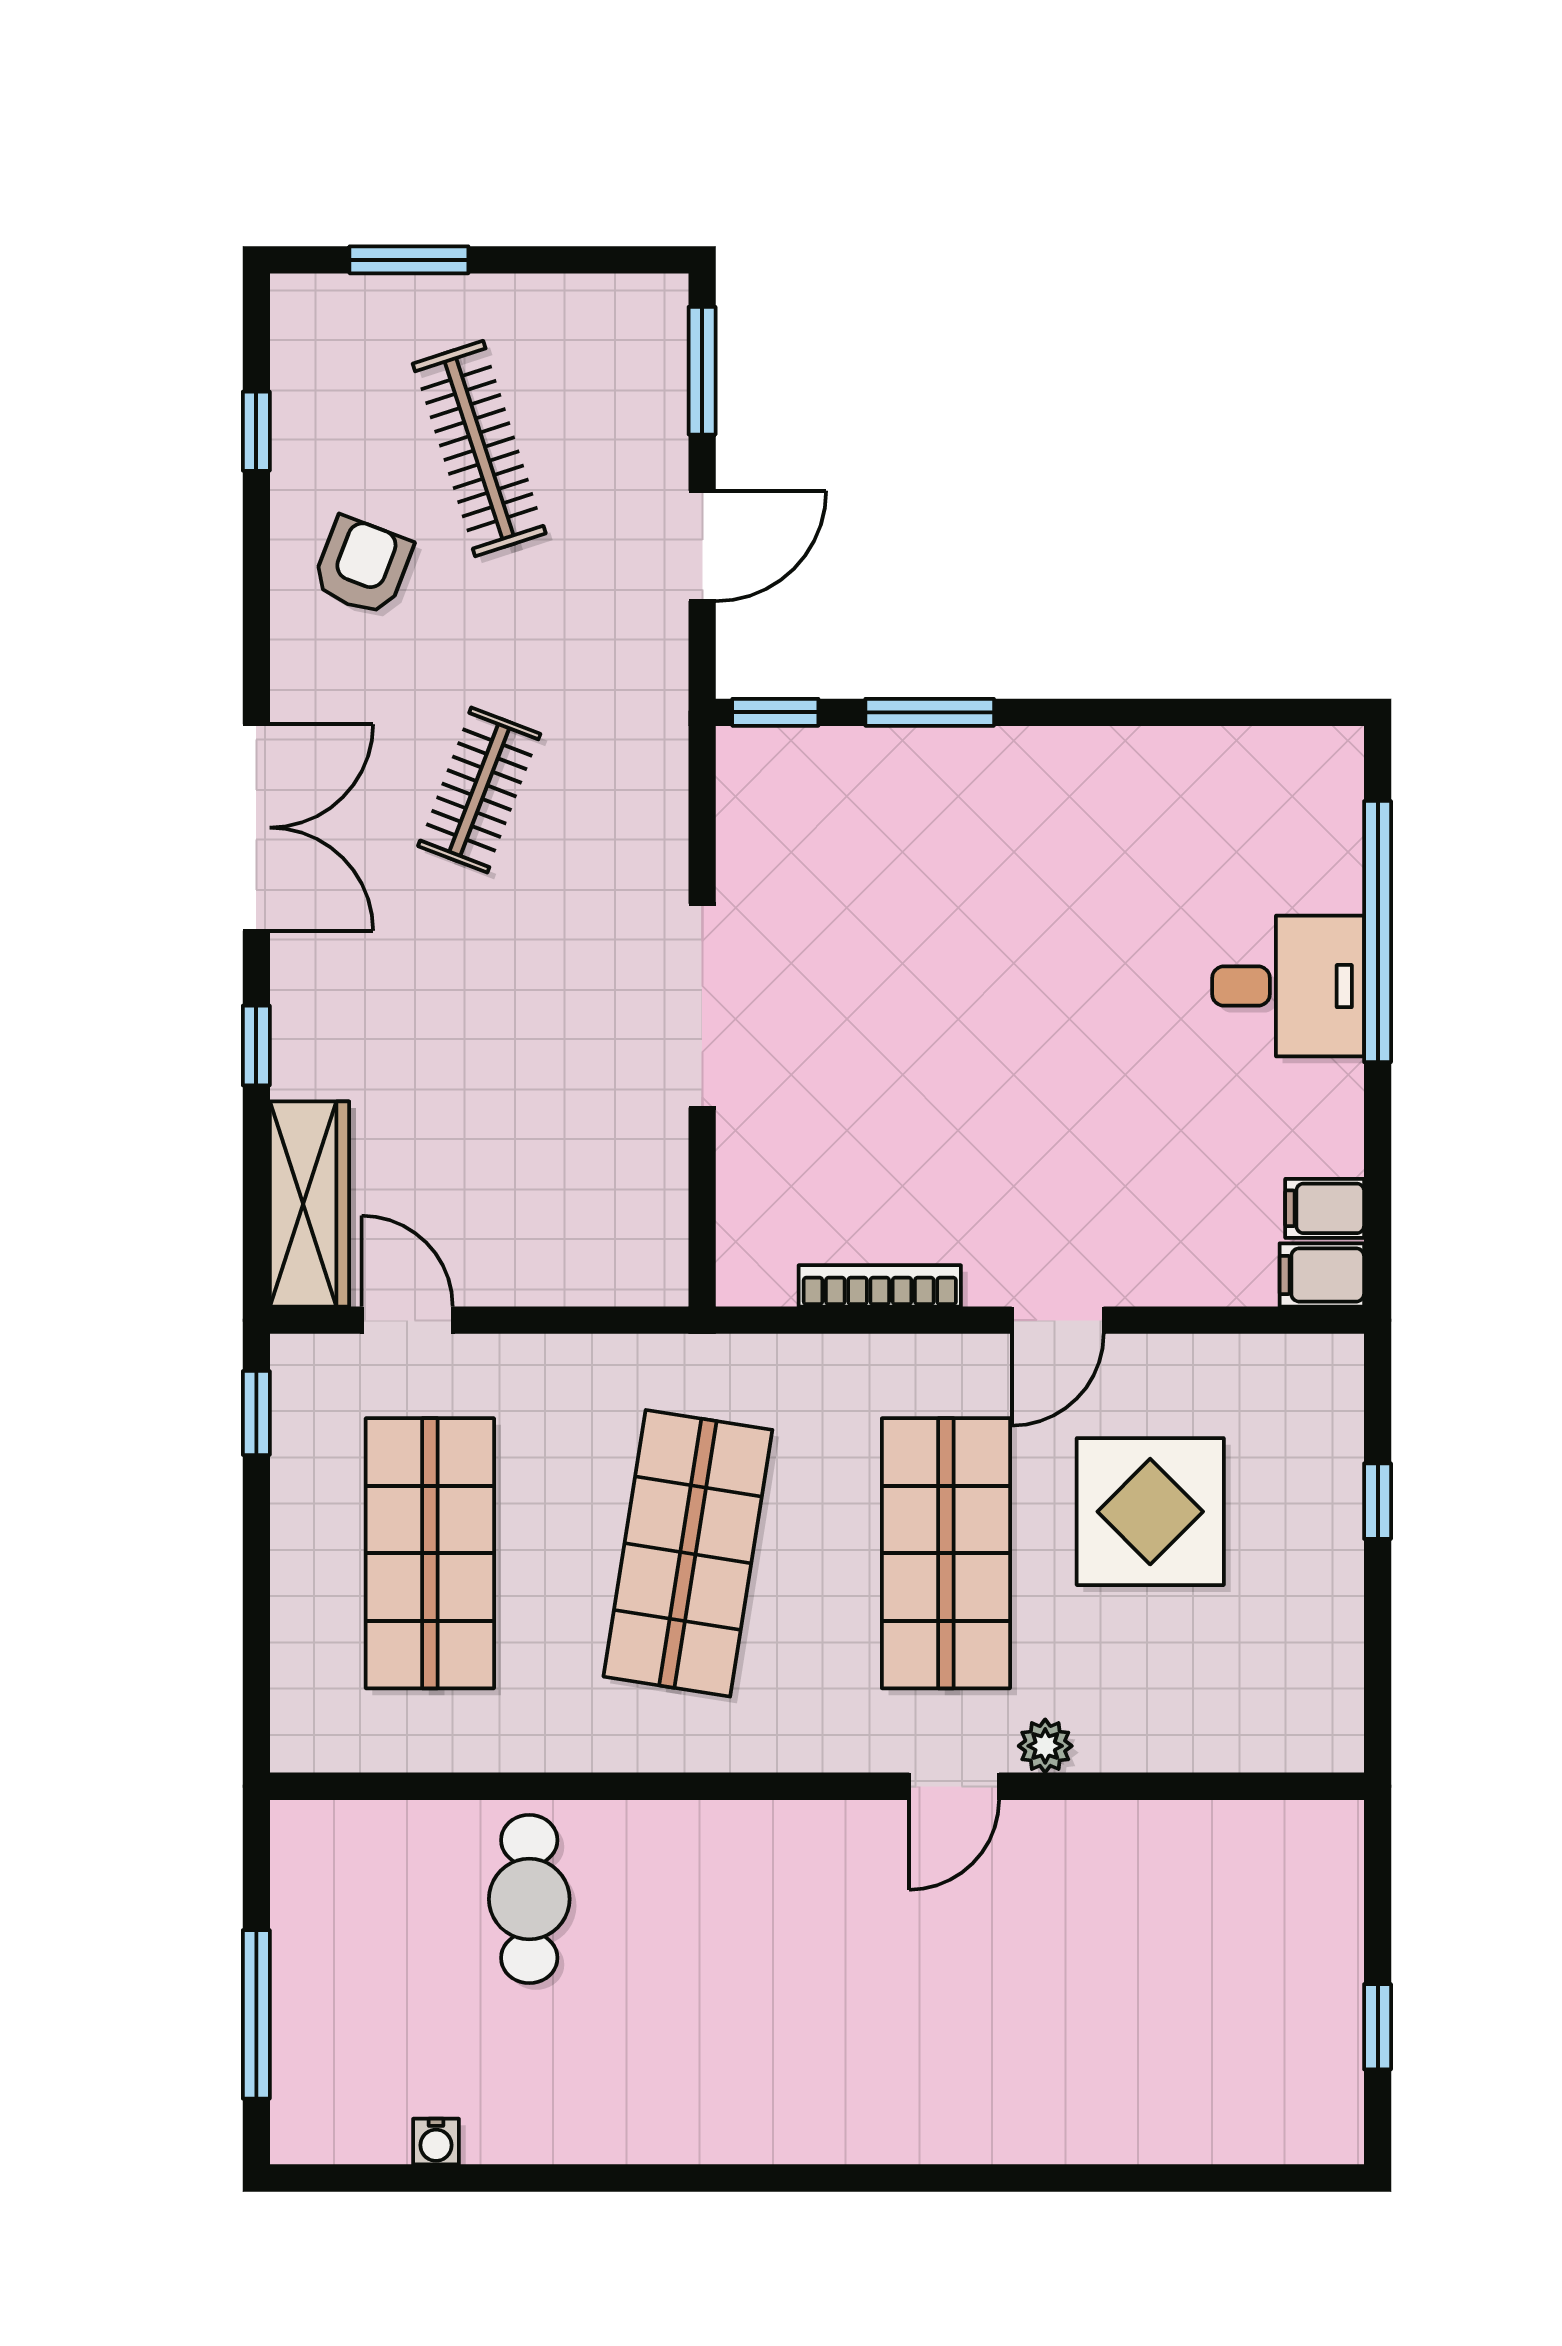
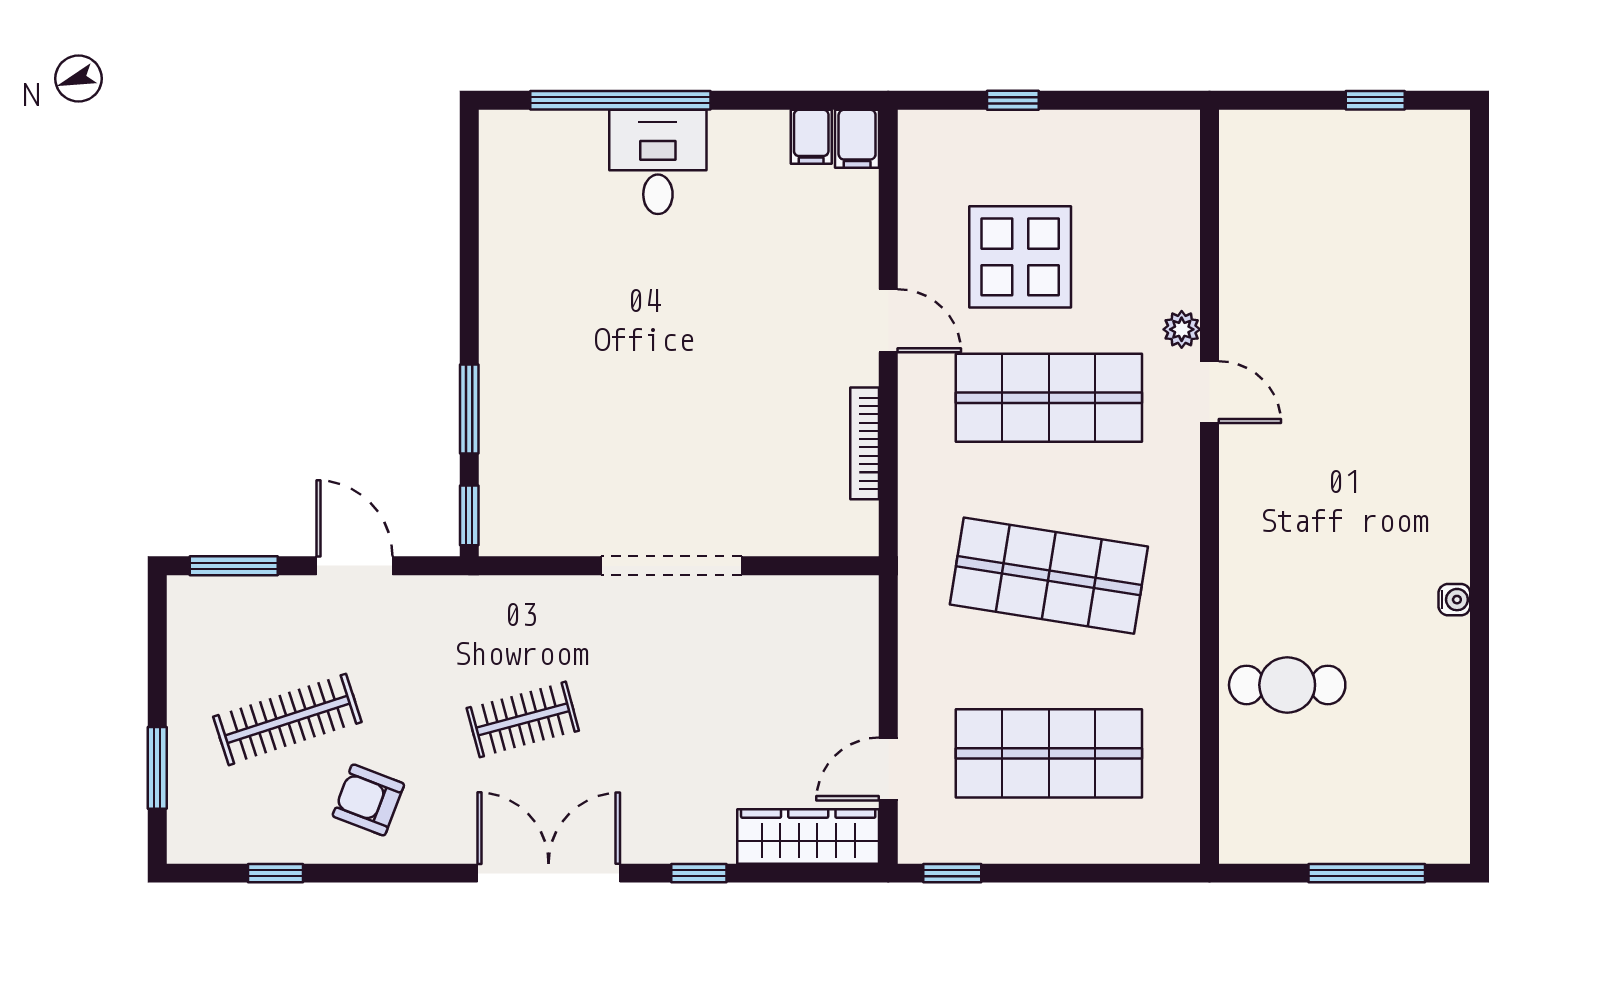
clothes rail: (479, 790) -> (523, 719), turned -36
water cooler: (436, 2142) -> (1454, 600), moved

